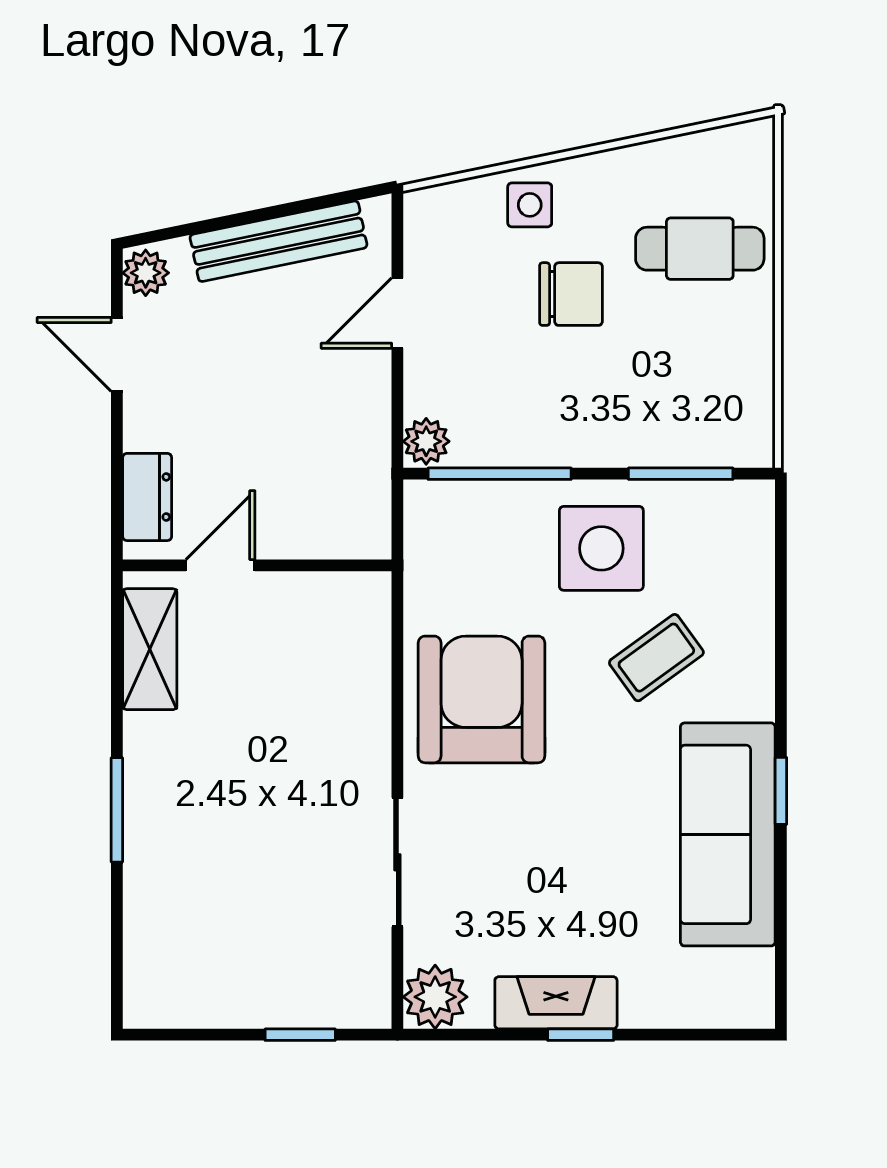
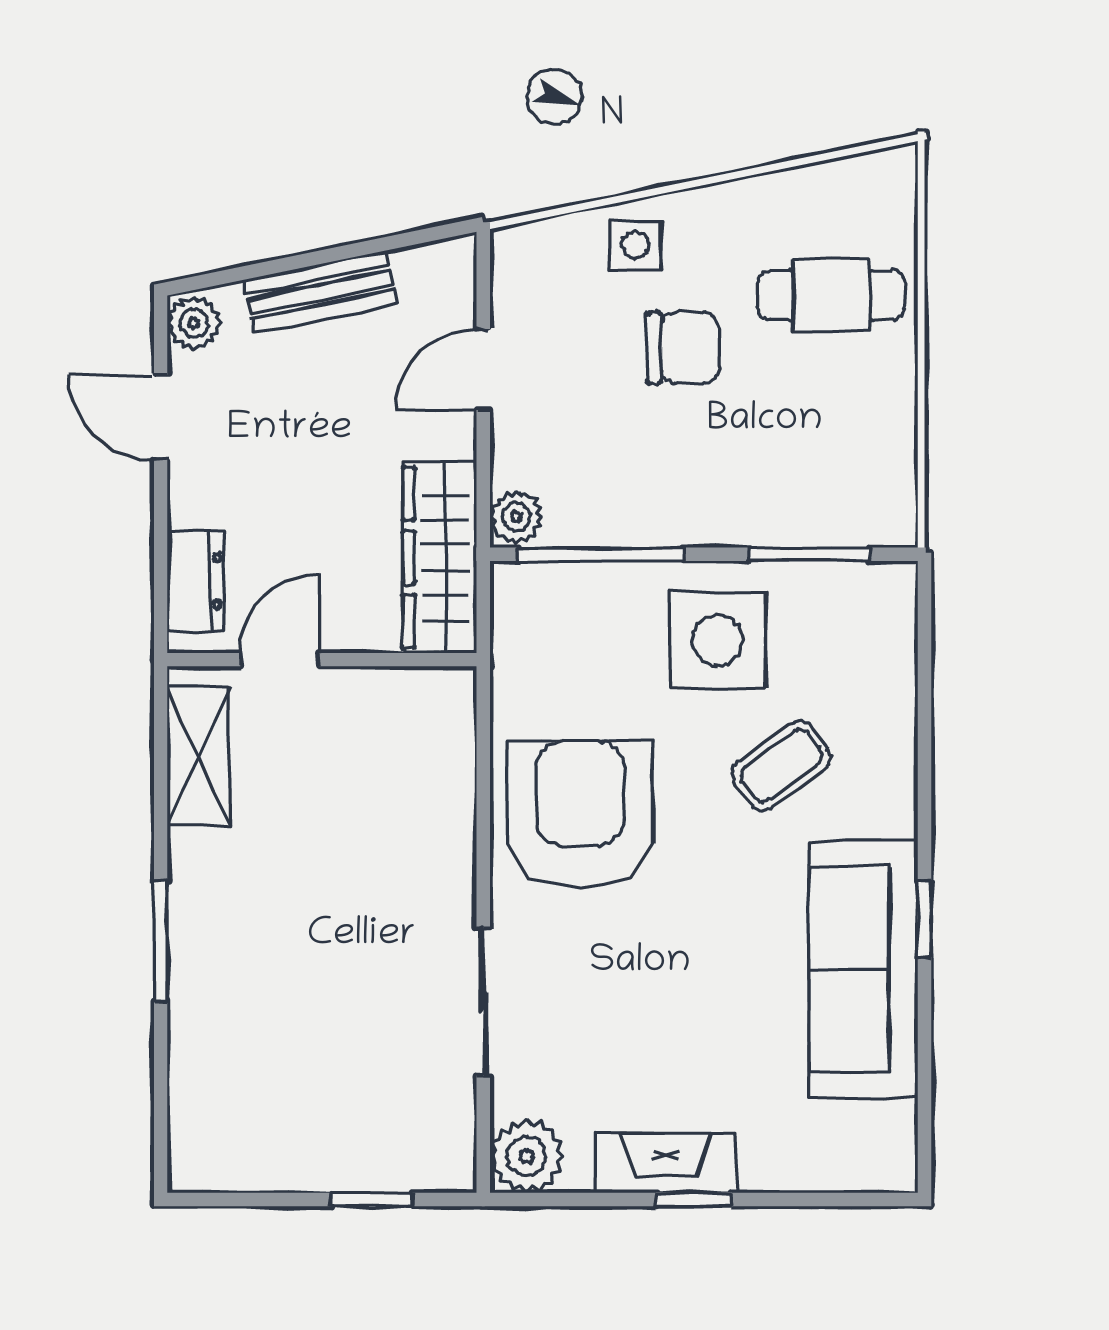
bench: (278, 241) -> (321, 292), width x0.73
wardrobe: (360, 477) -> (440, 558), added

